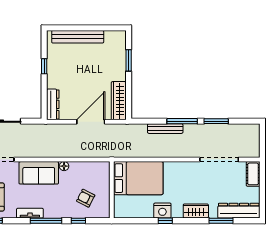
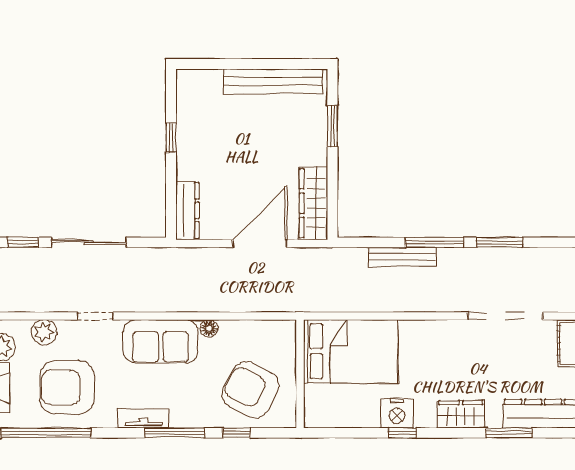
bench: (78, 37) -> (273, 81), moved
armchair: (86, 198) -> (250, 390), width x1.88, depth x1.88

